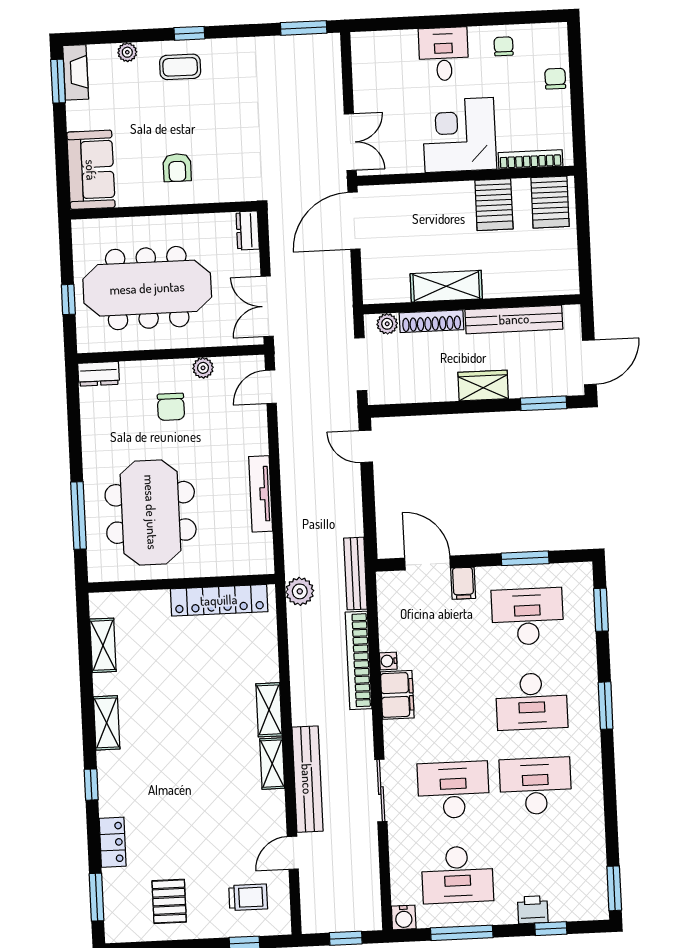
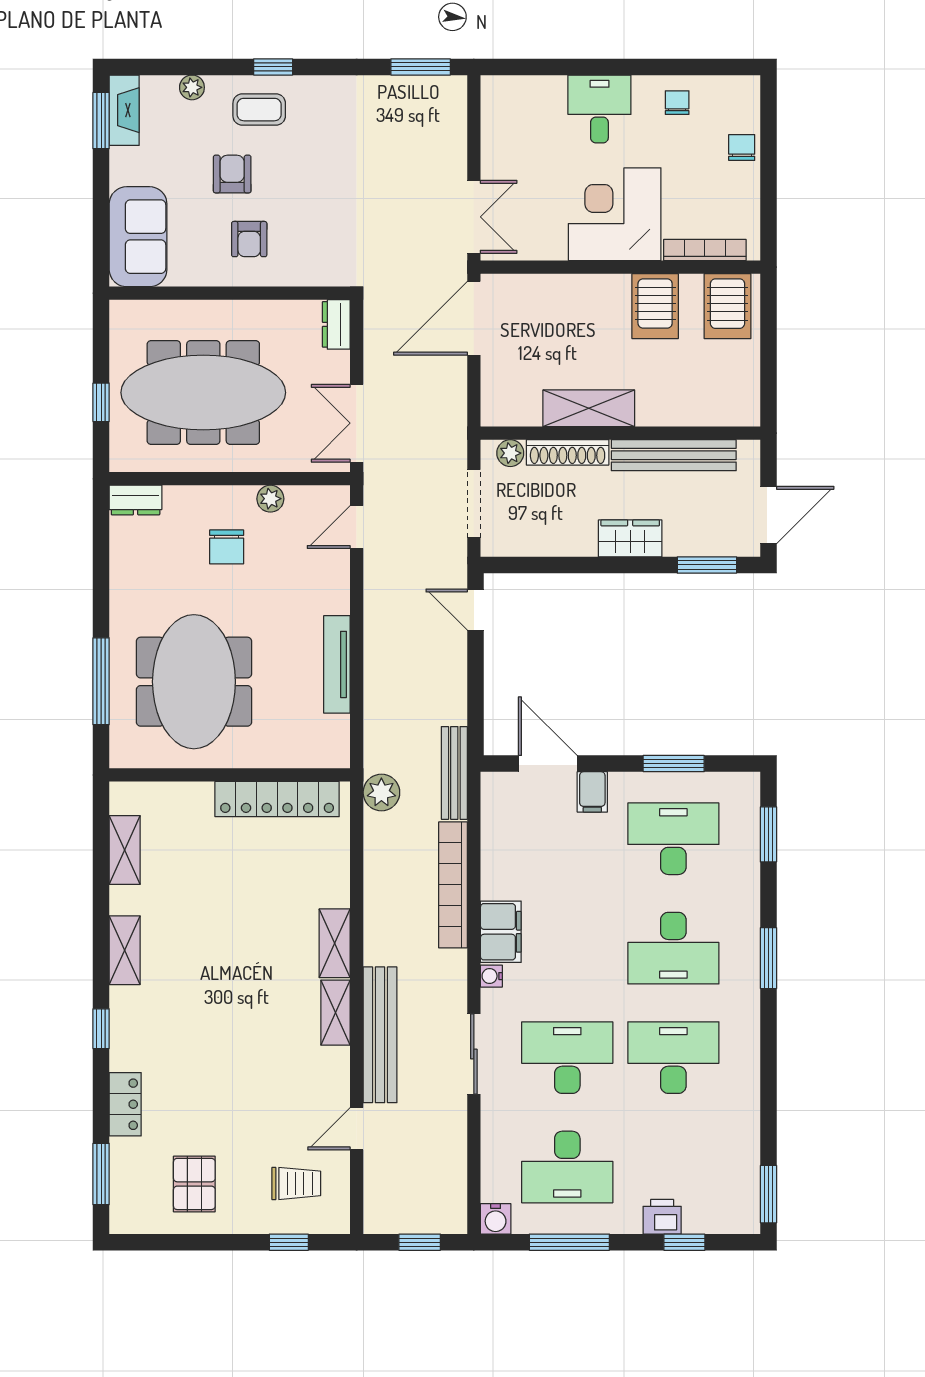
armchair: (162, 118) -> (232, 174), added
water cooler: (388, 661) -> (491, 976), moved

